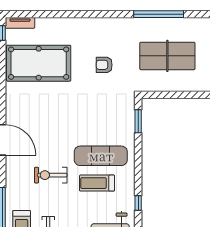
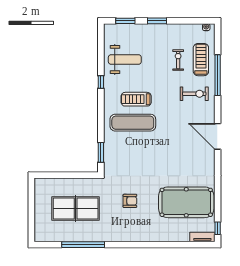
exercise bike: (51, 175) -> (194, 94), moved
treadmill: (97, 183) -> (136, 99), turned 180

